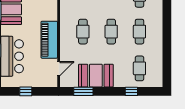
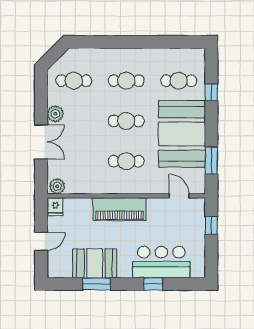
piano: (49, 40) -> (119, 209), moved
booth: (96, 76) -> (182, 134), width x1.36, depth x1.42
window: (26, 91) -> (211, 225), moved

